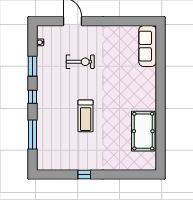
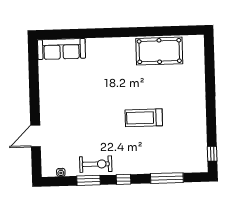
exercise bike: (80, 62) -> (96, 164), moved, turned 90
treadmill: (86, 116) -> (144, 118), turned 180
window: (84, 175) -> (212, 154), moved

